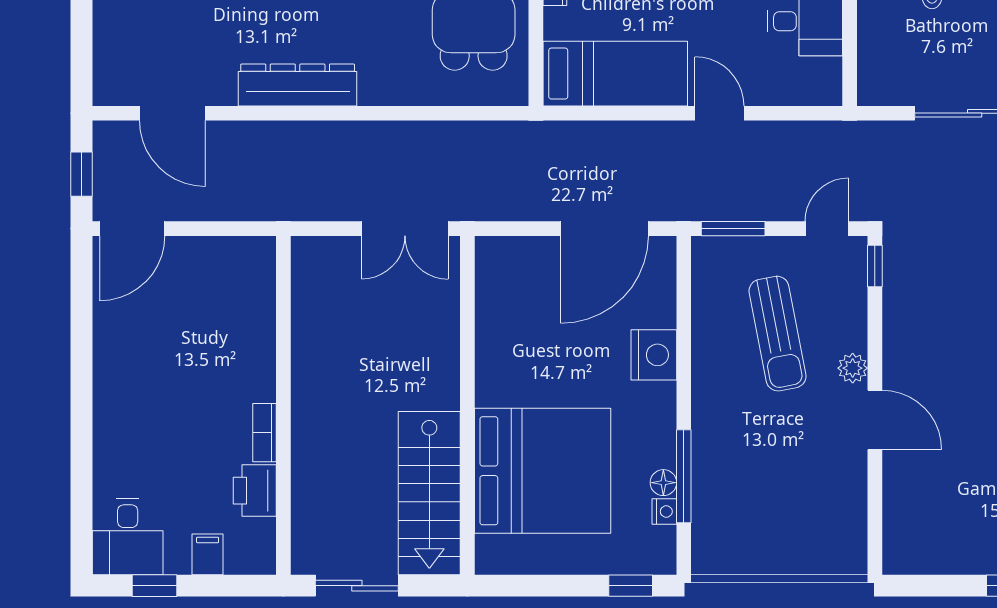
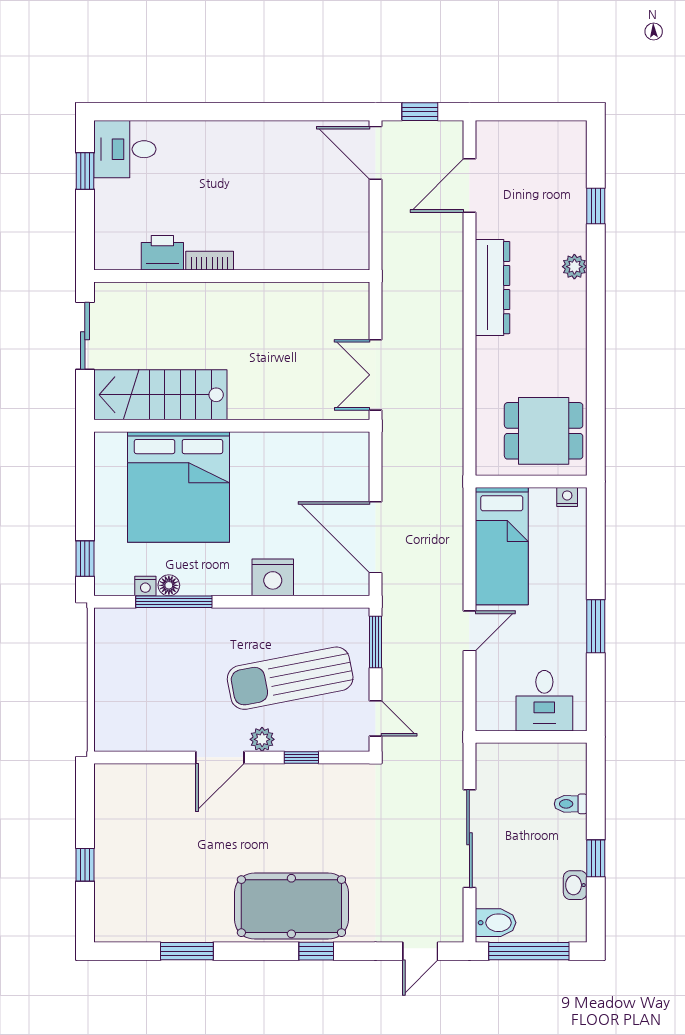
window: (875, 266) -> (301, 757), moved
sun lounger: (778, 334) -> (290, 678), width x1.36, depth x1.34
filing cabinet: (208, 554) -> (110, 214), removed

